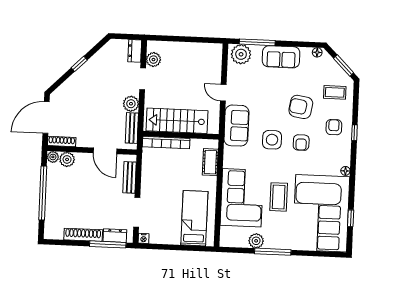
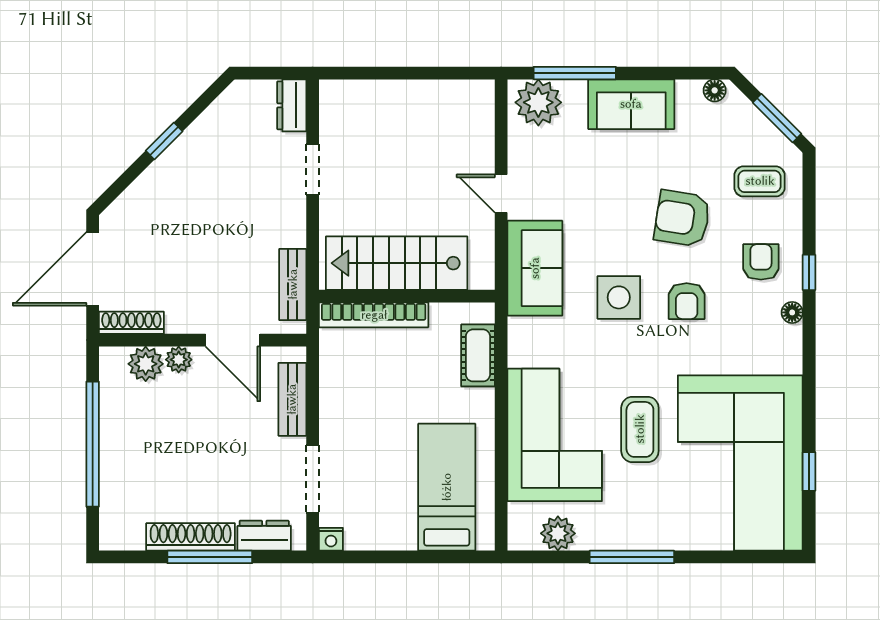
plant: (153, 60) -> (336, 124), removed
plant: (131, 104) -> (288, 228), removed
plant: (53, 157) -> (179, 360), moved
floor lamp: (345, 171) -> (792, 312), moved
plant: (256, 241) -> (558, 533), moved
window: (108, 244) -> (210, 557), moved

